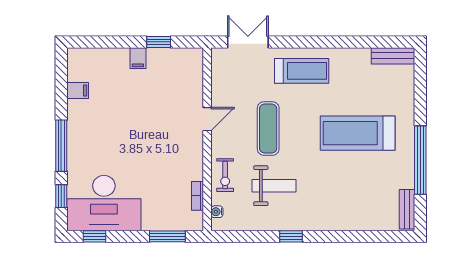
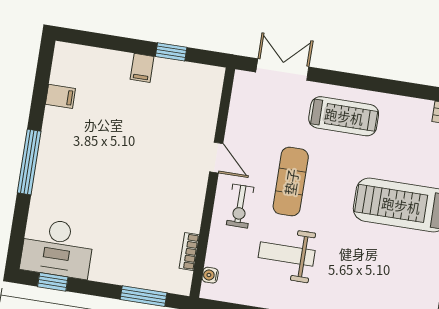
door: (207, 119) -> (216, 158), hinge flipped
exercise bike: (225, 175) -> (240, 206), moved
weight bench: (274, 186) -> (287, 254), turned 180
window: (61, 196) -> (19, 225), removed
desk: (104, 203) -> (57, 248), width x0.73, depth x0.77

